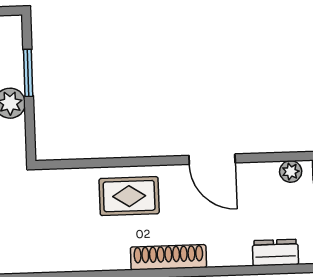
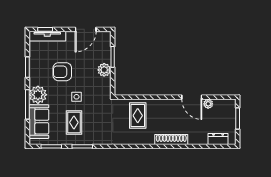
plant: (291, 171) -> (208, 104), moved
rug: (129, 196) -> (138, 116), moved, turned 90

